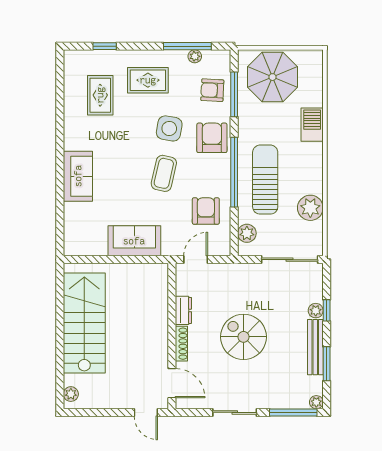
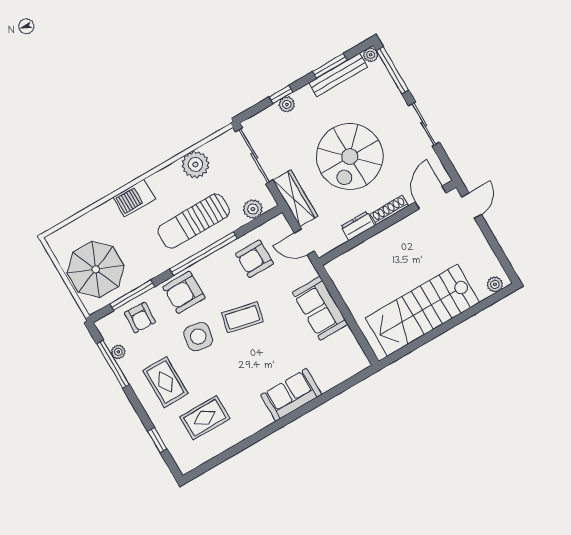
barbecue: (312, 125) -> (134, 198), moved
wardrobe: (236, 273) -> (295, 198), added
spiral stairs: (244, 337) -> (350, 157), width x1.37, depth x1.37
bench: (315, 347) -> (338, 75), moved

